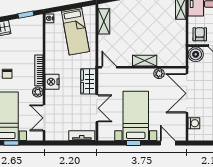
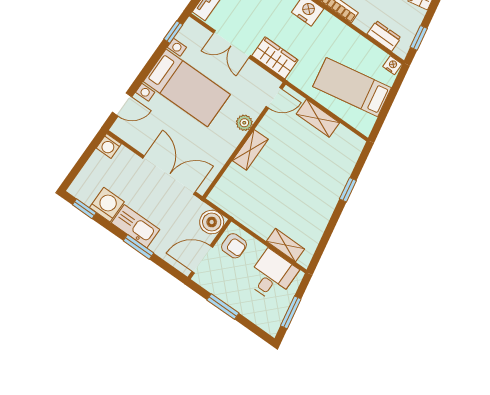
shelving: (104, 21) -> (318, 118), moved
dresser: (37, 33) -> (384, 36), added
plant: (159, 74) -> (244, 123), moved
washing machine: (194, 123) -> (109, 146), moved
window: (133, 143) -> (173, 32), moved

